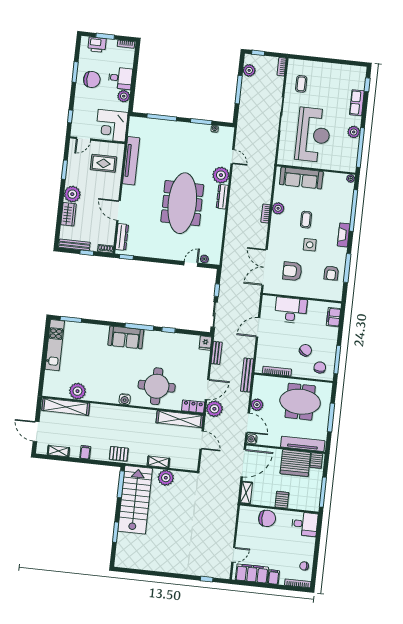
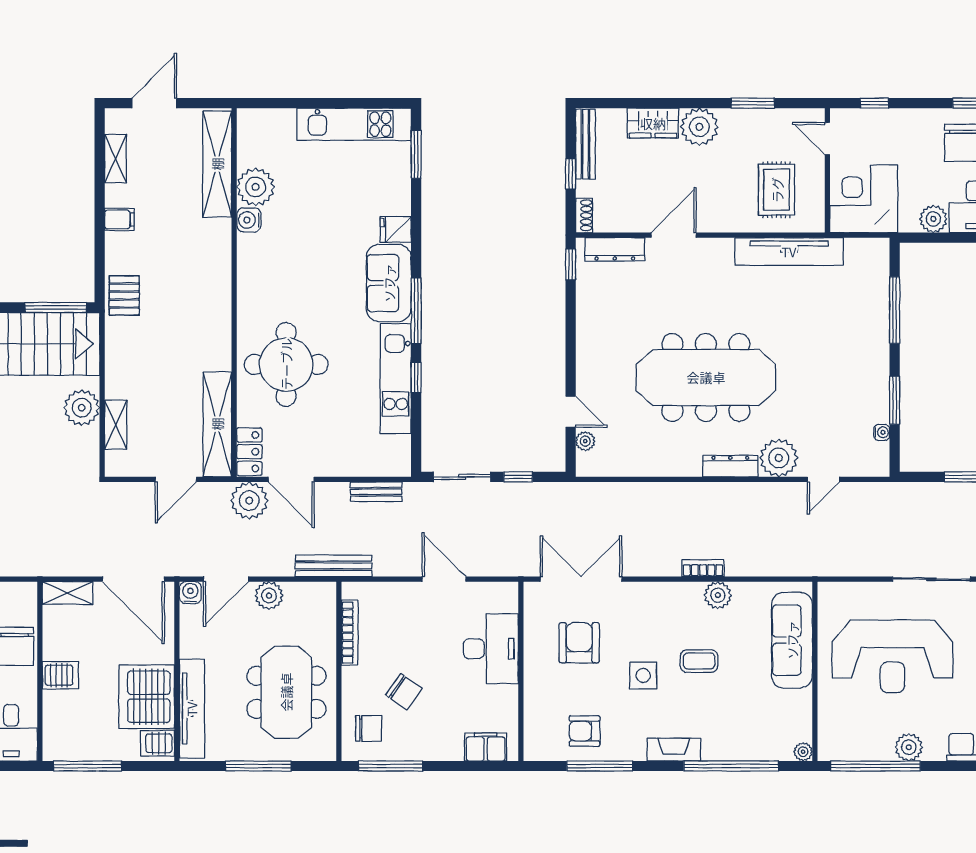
kitchen unit: (168, 339) -> (396, 379), added
fridge: (205, 343) -> (396, 229), moved
water cooler: (125, 399) -> (249, 220), moved
shelving: (158, 462) -> (116, 425), moved

